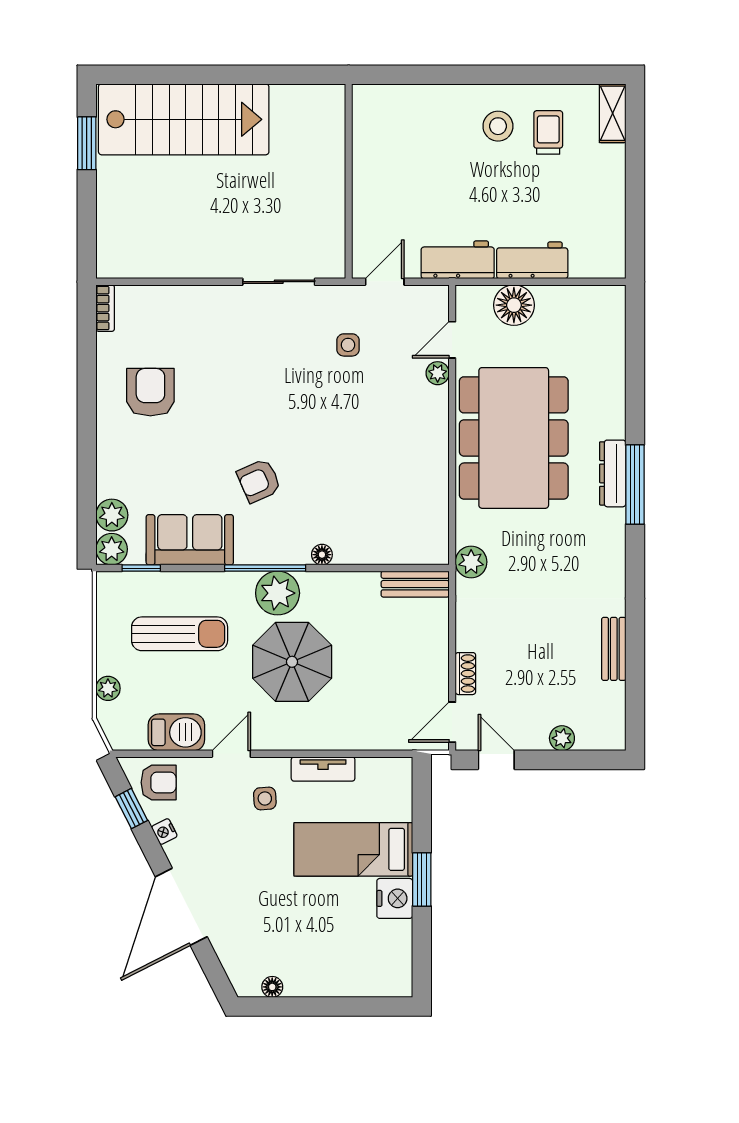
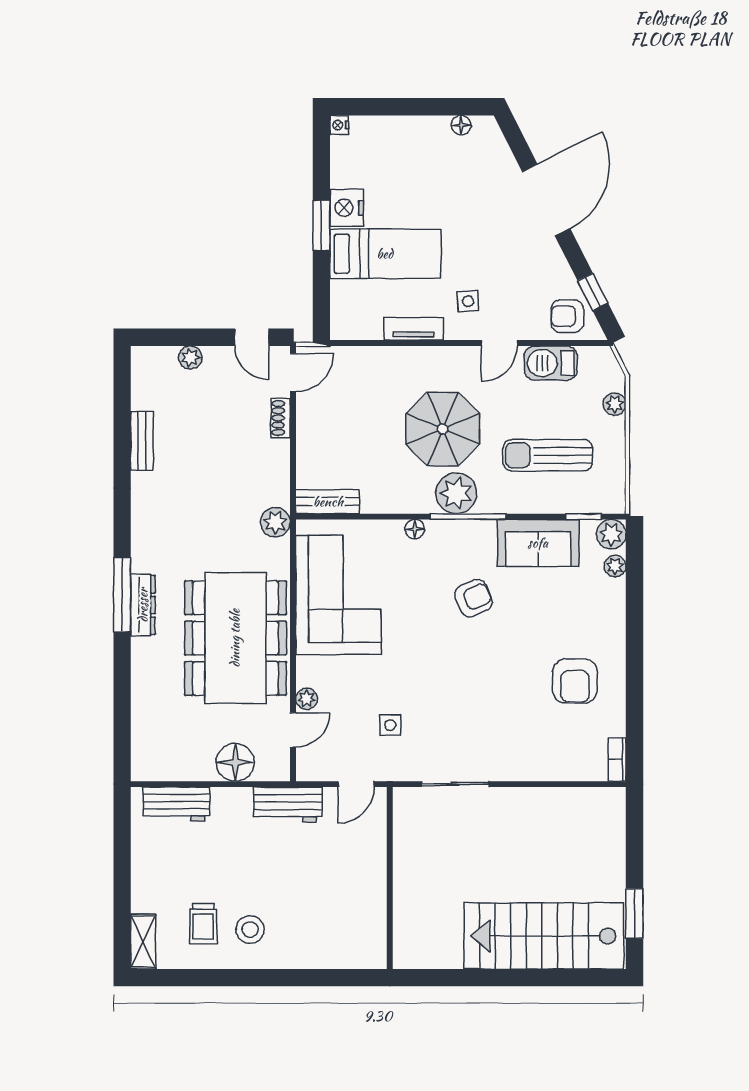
workbench: (532, 260) -> (176, 804), moved
corner sofa: (403, 484) -> (338, 595), added
plant: (112, 515) -> (615, 566), width x0.73, depth x0.73
nightstand: (164, 832) -> (339, 125), moved, turned -153

